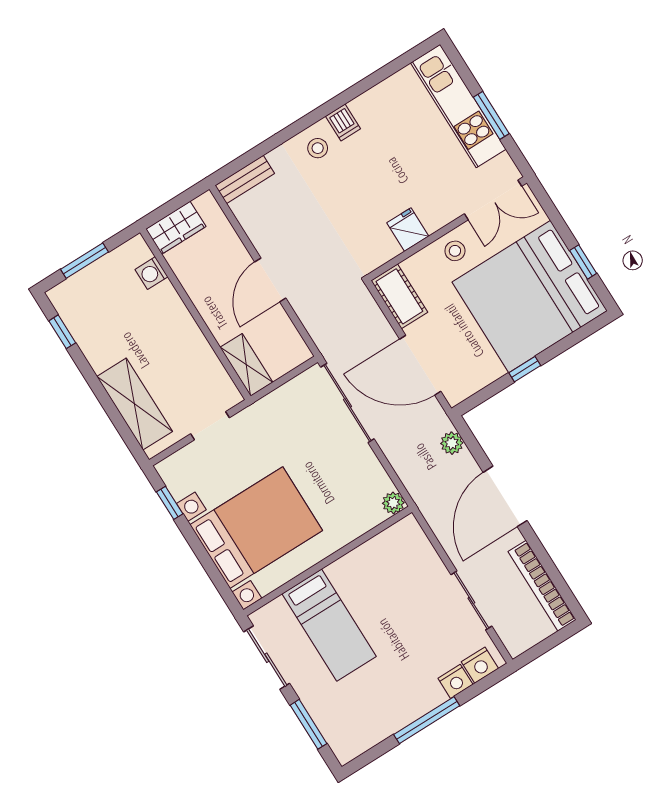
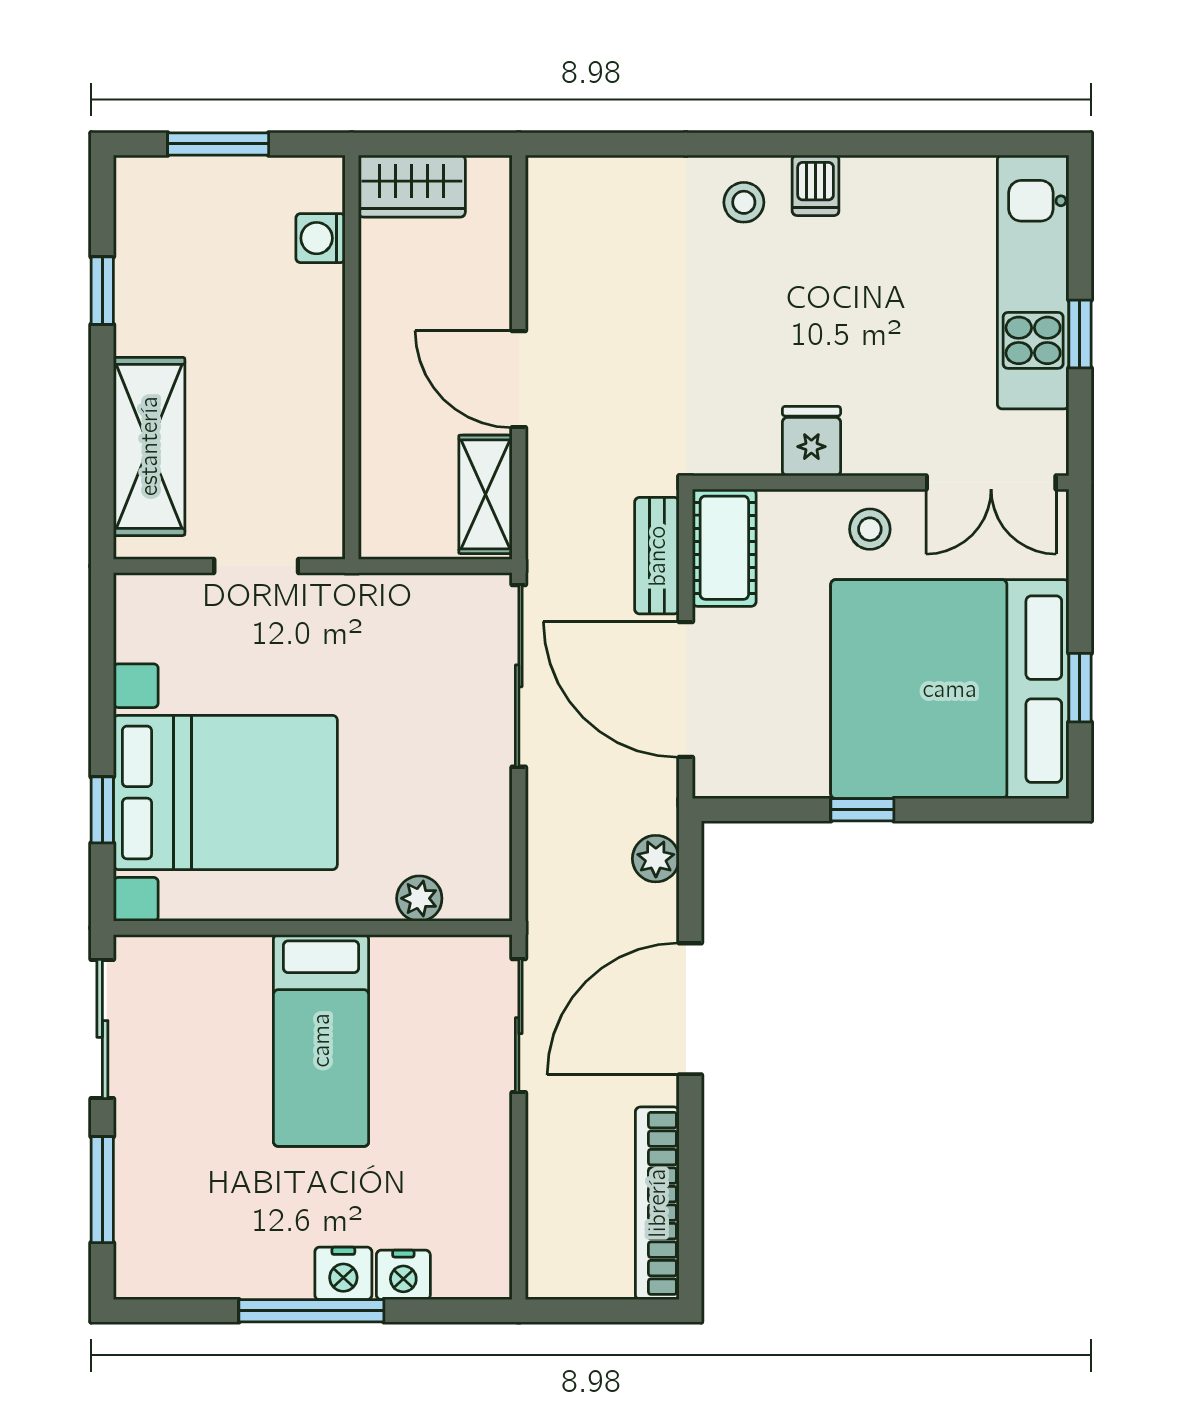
window: (491, 115) -> (1080, 334), width x0.67
bench: (245, 179) -> (657, 556), moved, turned 90
door: (270, 280) -> (519, 379), hinge flipped
window: (62, 332) -> (102, 291), moved
shelving: (246, 365) -> (485, 494), moved
window: (170, 503) -> (102, 810), moved
plant: (393, 503) -> (419, 898), moved
sliding door: (471, 600) -> (519, 1026), moved
bed: (329, 625) -> (321, 1040), moved
nightstand: (480, 665) -> (343, 1273), moved

